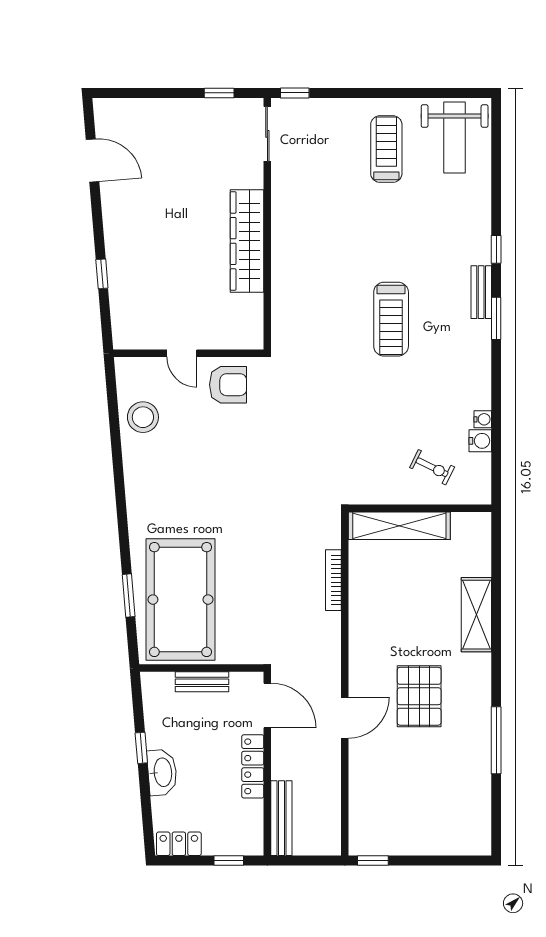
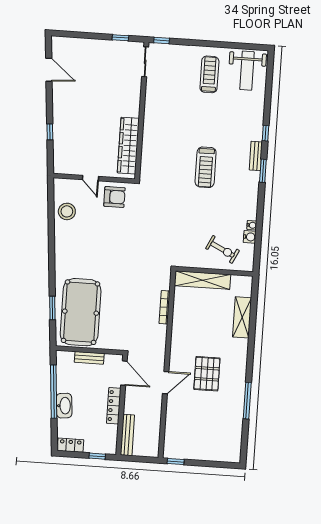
wardrobe: (247, 241) -> (128, 146), moved
exercise bike: (432, 467) -> (222, 249), width x1.38, depth x1.39
shelving: (476, 615) -> (242, 317), moved
window: (141, 748) -> (54, 392), width x3.17

